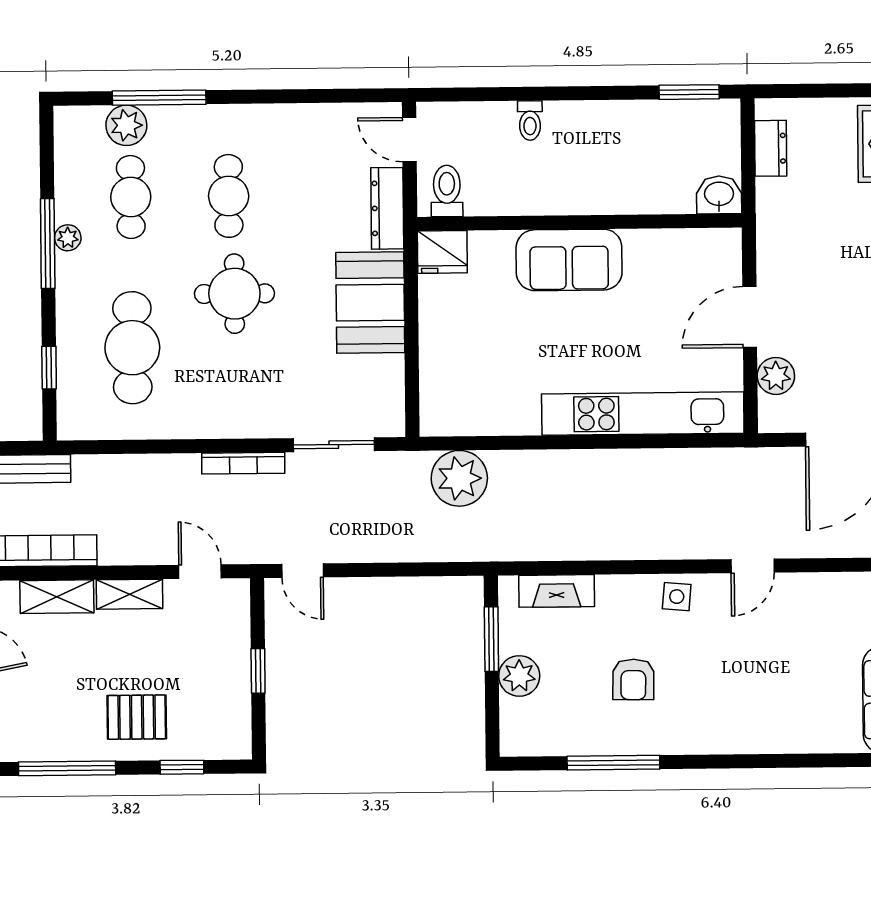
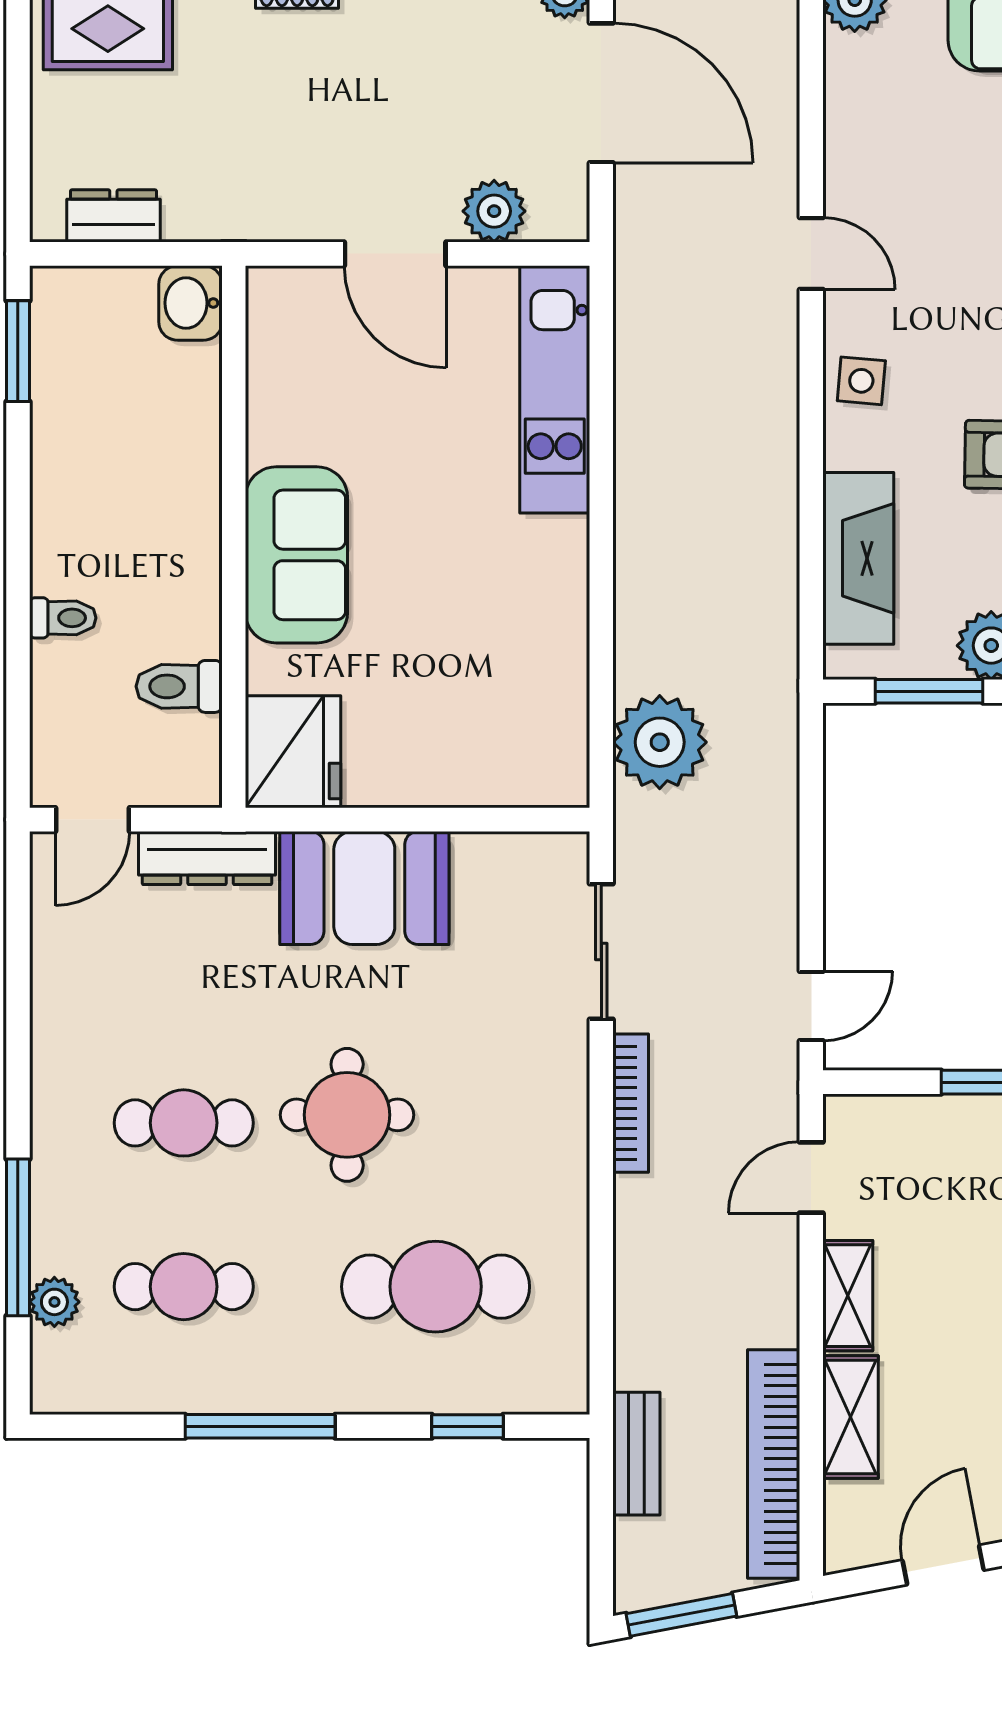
plant: (126, 125) -> (54, 1302), width x0.73, depth x0.73
toilet: (447, 191) -> (179, 686), moved
plant: (68, 238) -> (251, 1393), removed
fridge: (442, 252) -> (293, 752), width x1.36, depth x1.34
kitchen unit: (643, 414) -> (555, 389), width x0.73
fireplace: (557, 591) -> (858, 558), width x1.37, depth x1.32

